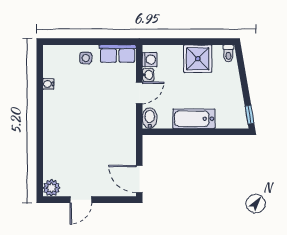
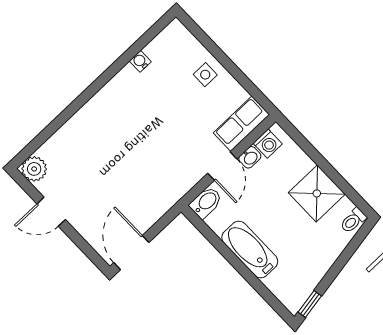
row of seats: (118, 54) -> (241, 124), moved, turned 90
door: (139, 93) -> (222, 166), hinge flipped

